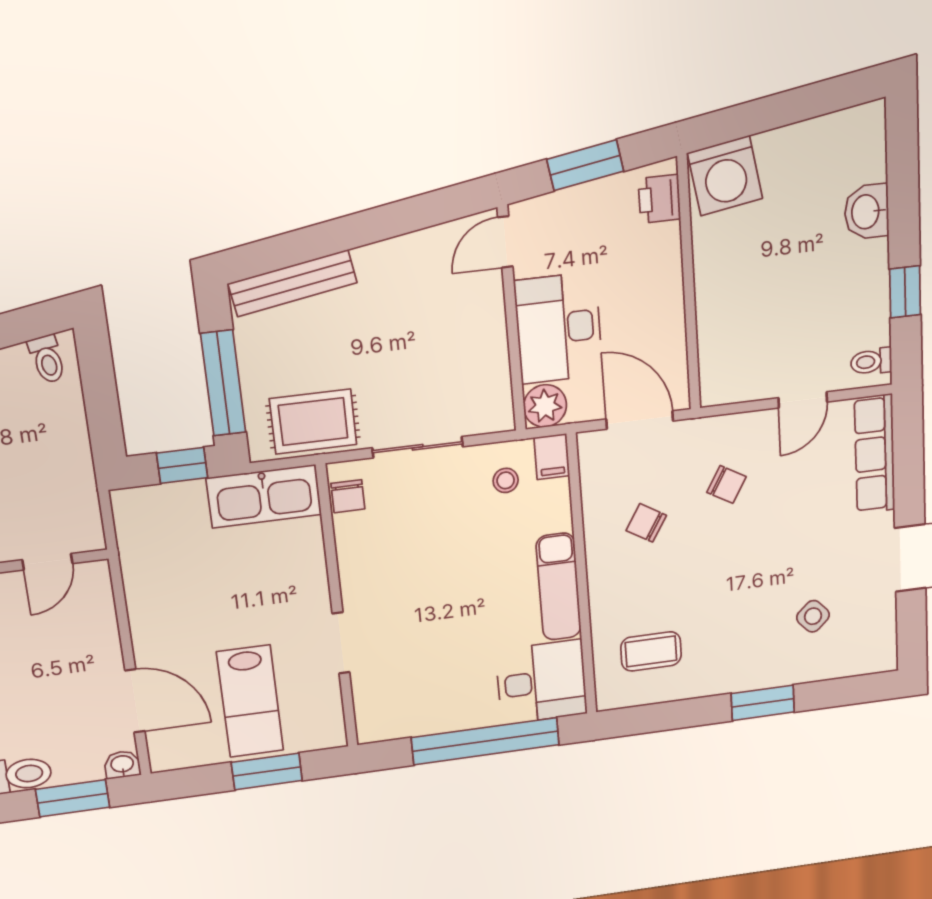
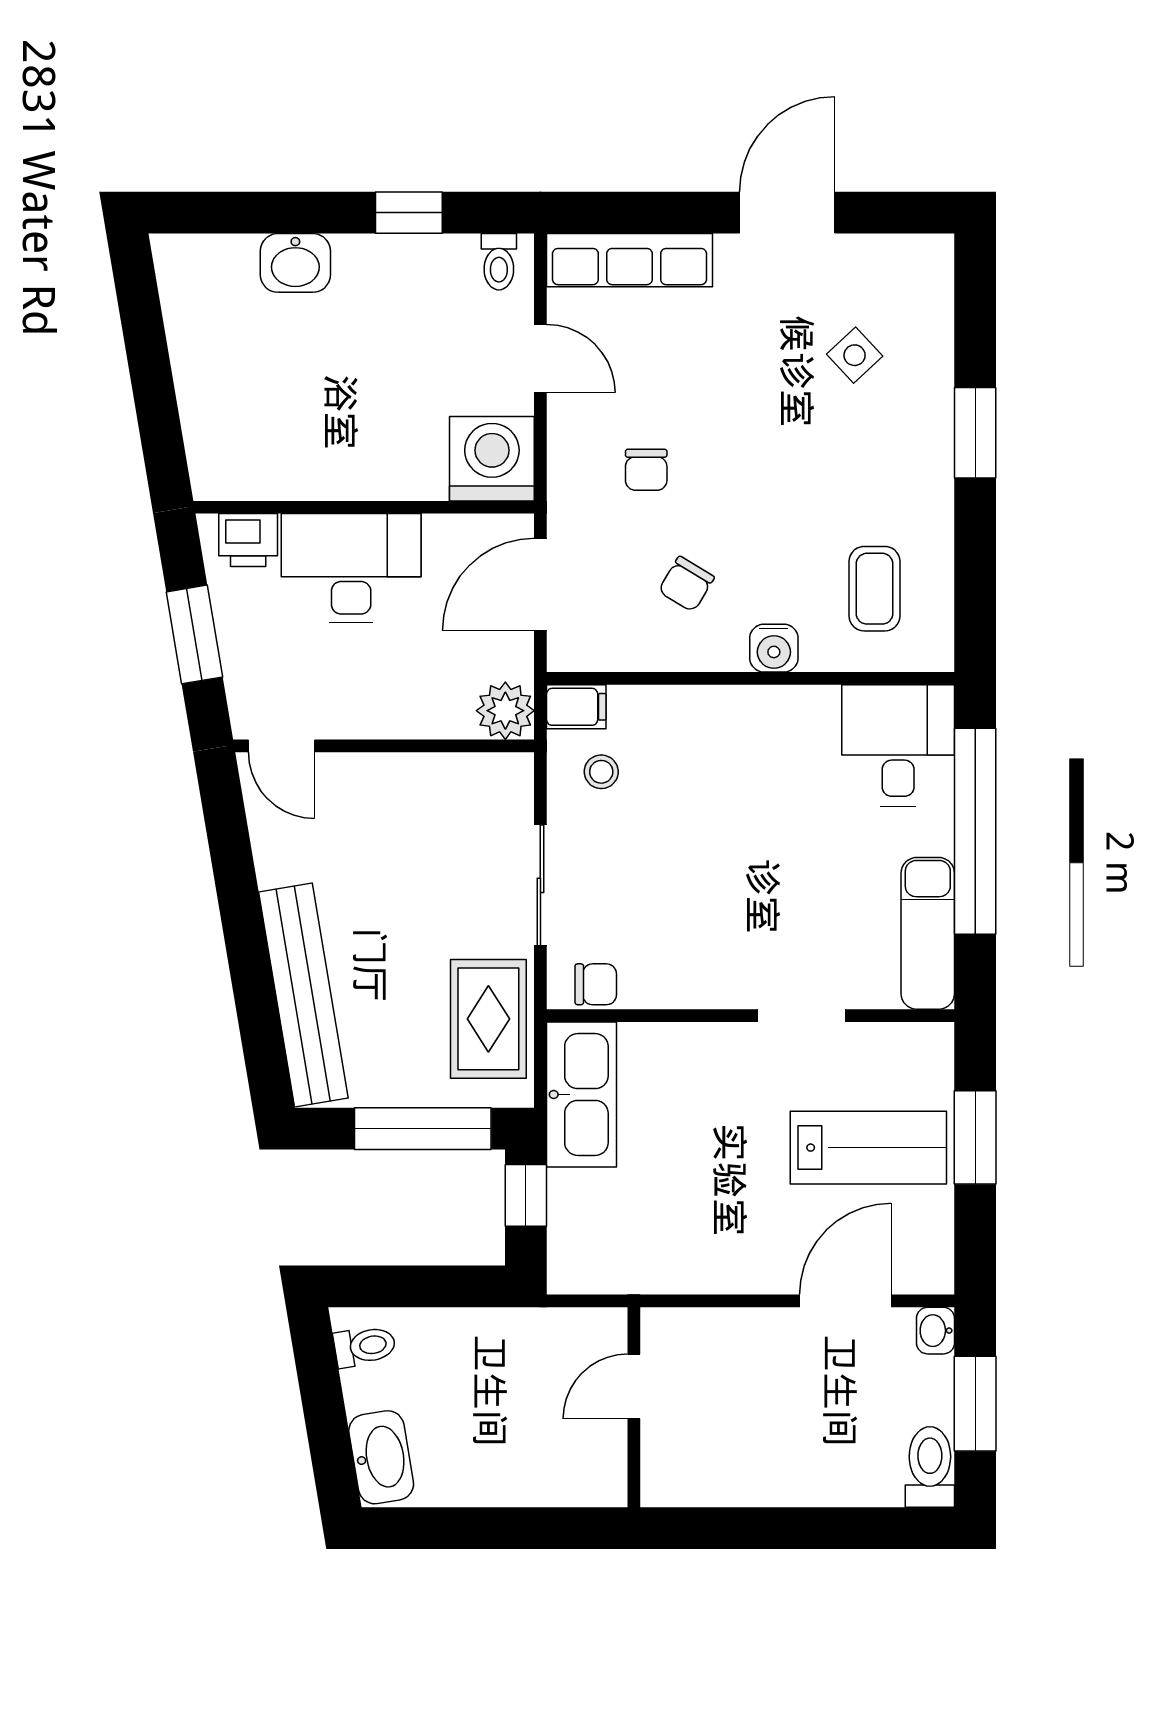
washing machine: (725, 176) -> (492, 459), moved, turned -81
bench: (293, 283) -> (303, 995), width x1.37, depth x1.21
desk: (558, 328) -> (351, 568), moved, turned 180
chair: (726, 485) -> (646, 470), turned 150
door: (47, 562) -> (634, 1386), swing flipped
exam couch: (559, 587) -> (928, 933), moved, turned 90
water cooler: (604, 589) -> (774, 648), added

